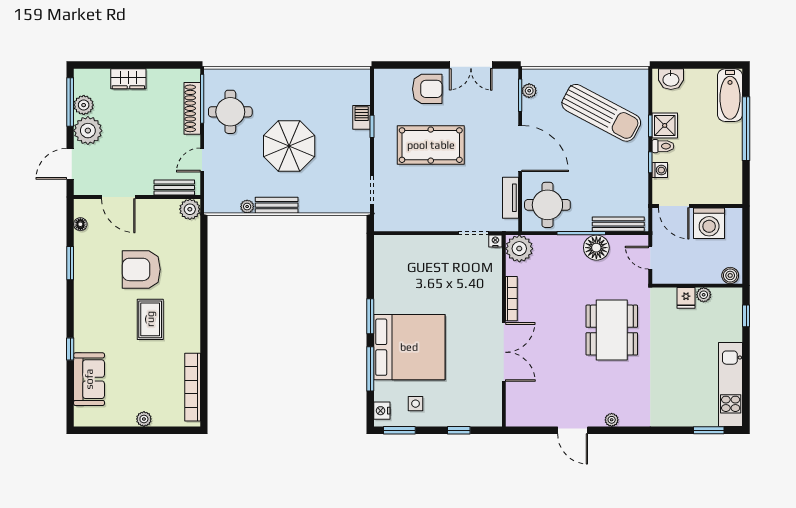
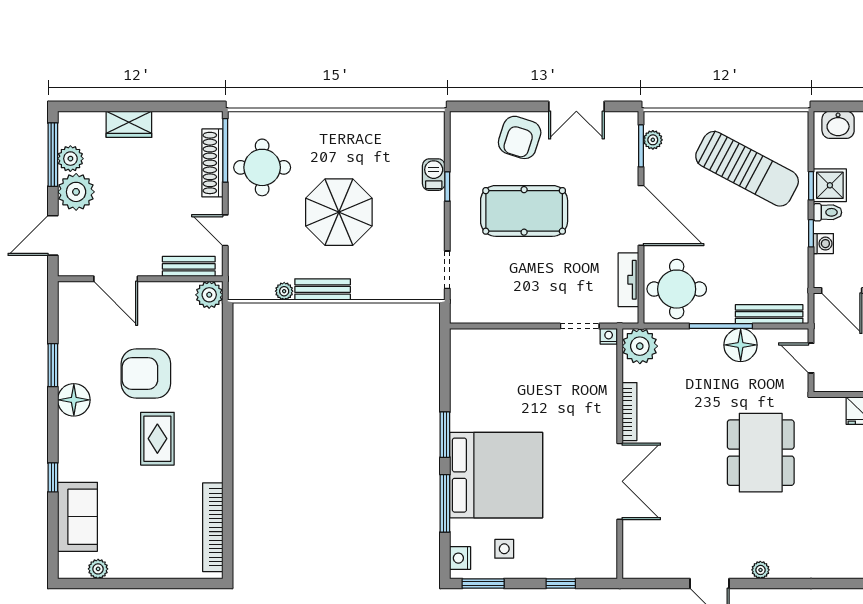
armchair: (427, 89) -> (520, 137), turned 108
door: (202, 160) -> (225, 230), hinge flipped
floor lamp: (80, 224) -> (74, 400), moved, width x1.89, depth x1.89
plant: (144, 419) -> (98, 569), moved

